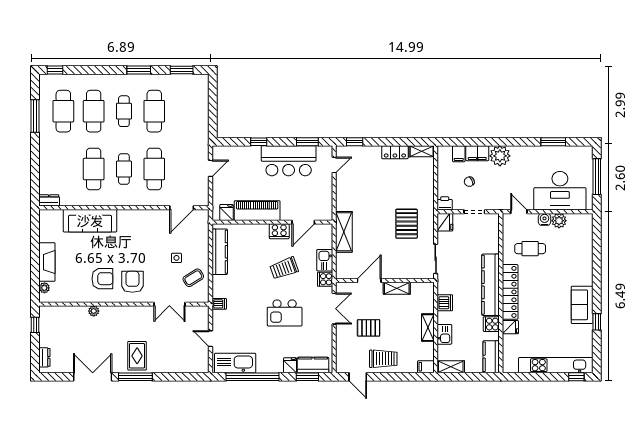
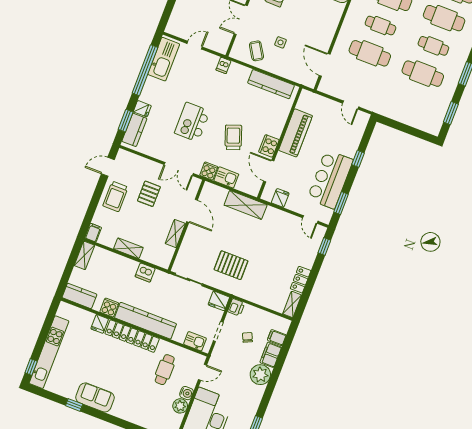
fridge: (226, 213) -> (280, 198), moved, turned -90
kitchen sink: (444, 334) -> (195, 341), moved, turned 180

